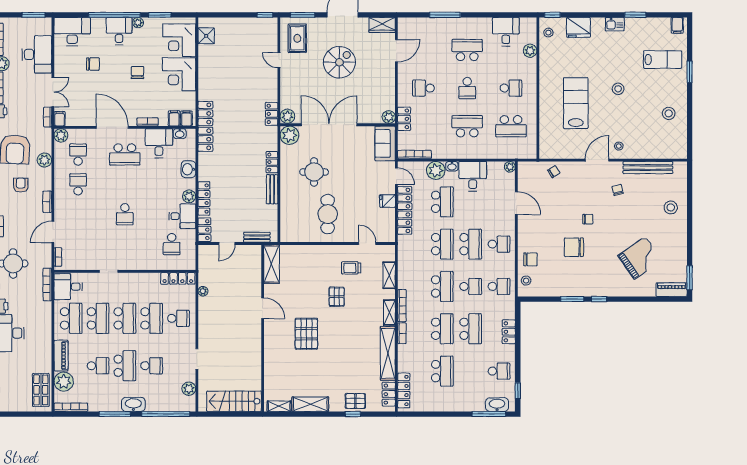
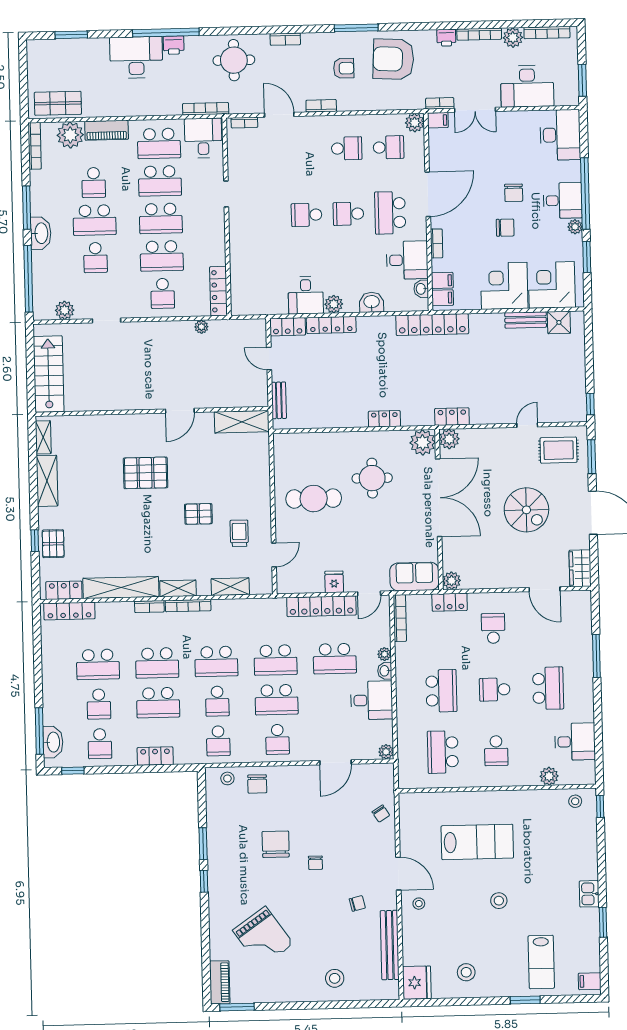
fridge: (578, 27) -> (417, 983), moved, turned 180
chair: (93, 64) -> (514, 193), moved
plant: (44, 160) -> (380, 100), removed
plant: (436, 170) -> (384, 654), width x0.53, depth x0.53
bench: (272, 189) -> (526, 320), moved
school desk: (172, 244) -> (348, 214), moved
school desk: (471, 371) -> (99, 704), added

